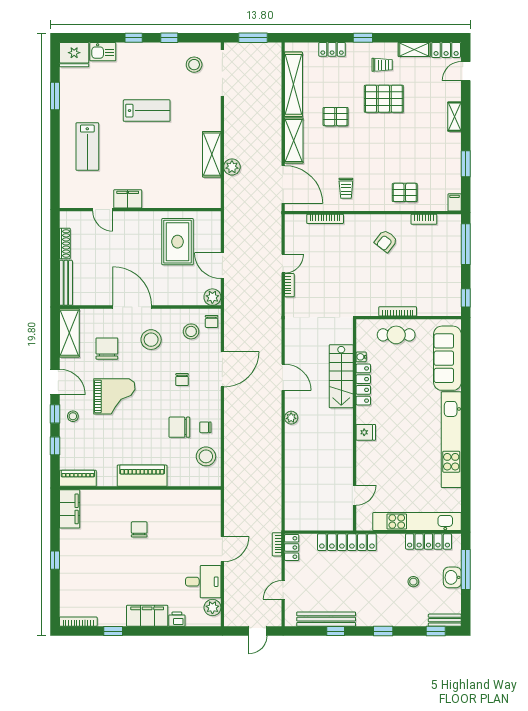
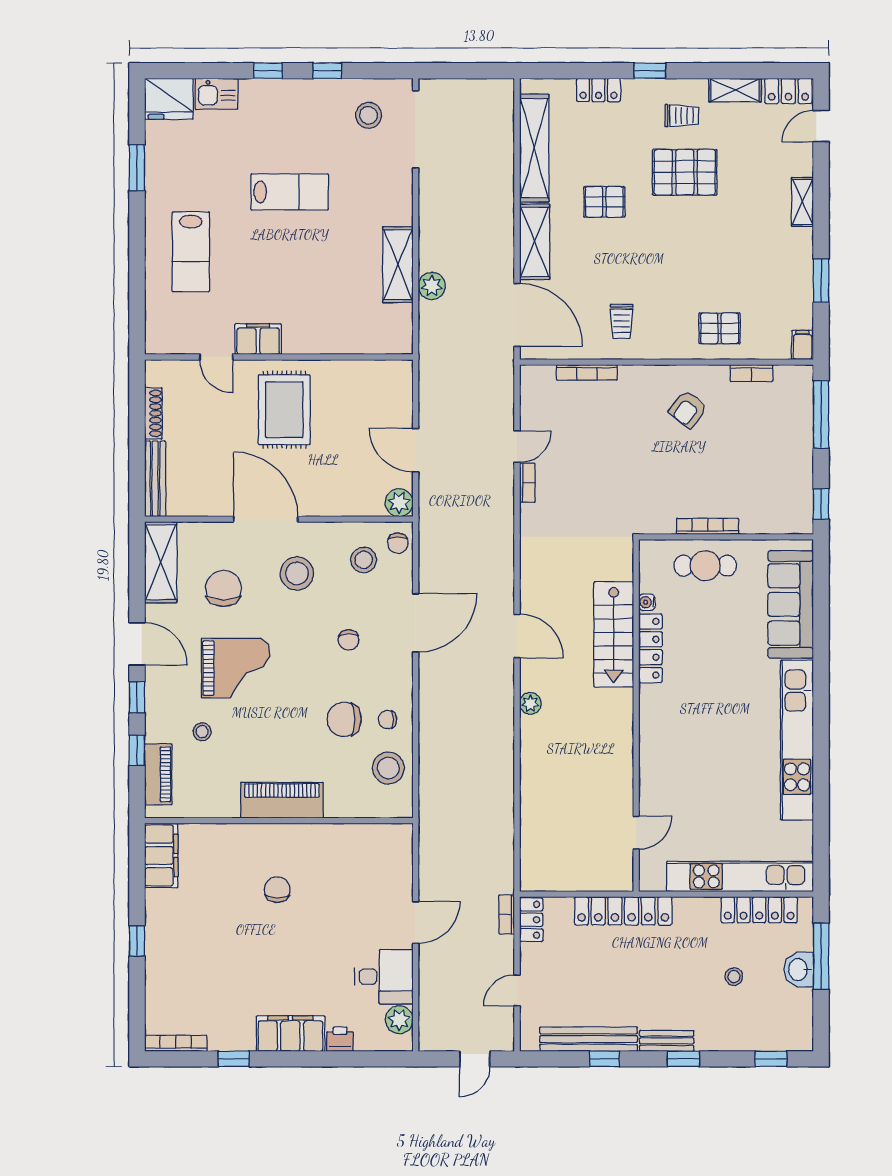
window: (253, 38) -> (467, 71), removed
rug: (178, 242) -> (284, 410), moved
stool: (73, 416) -> (202, 732), moved
fridge: (366, 432) -> (655, 728), removed
piano: (78, 478) -> (158, 774), moved, turned 90
bench: (445, 620) -> (667, 1041), moved

